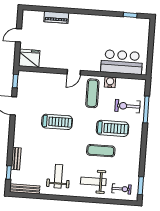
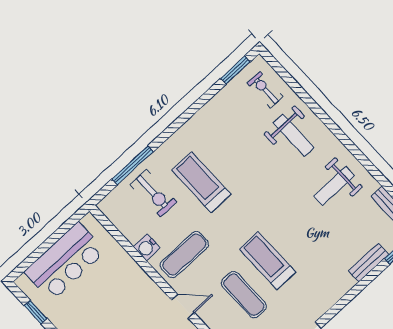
bar counter: (122, 62) -> (65, 262), moved, turned -90
exercise mat: (101, 151) -> (244, 295), moved

